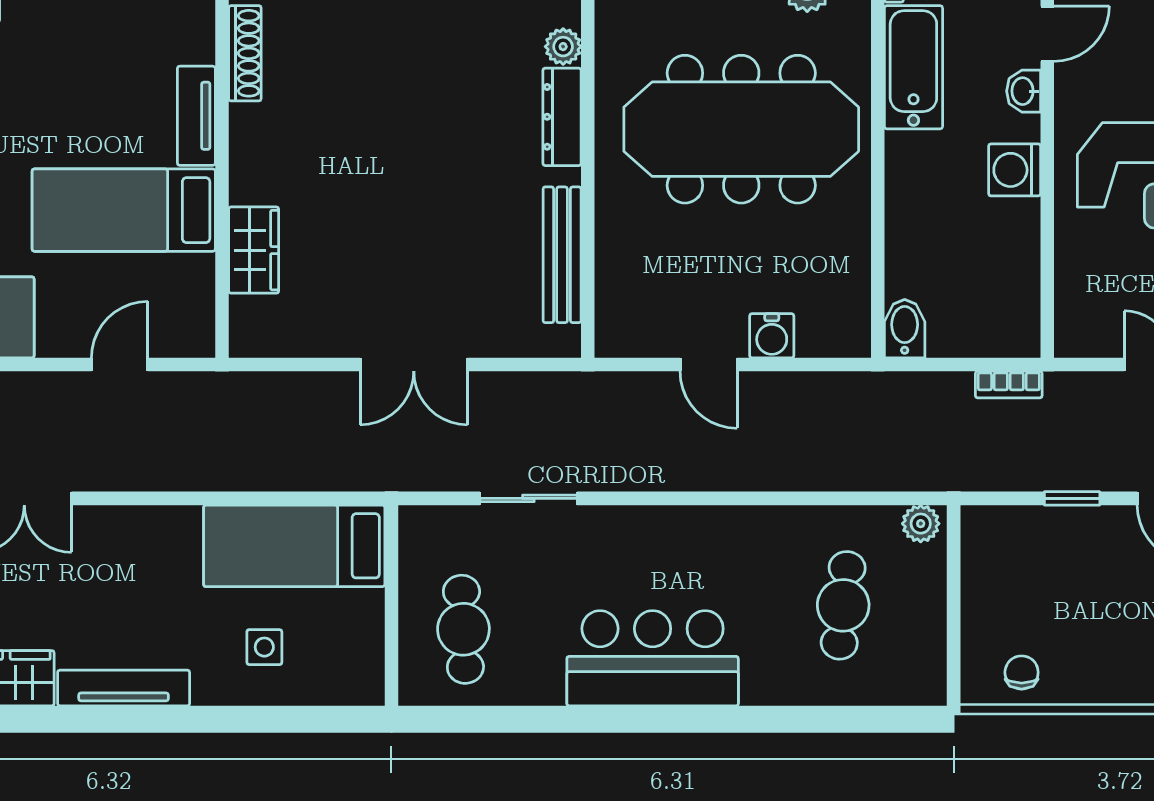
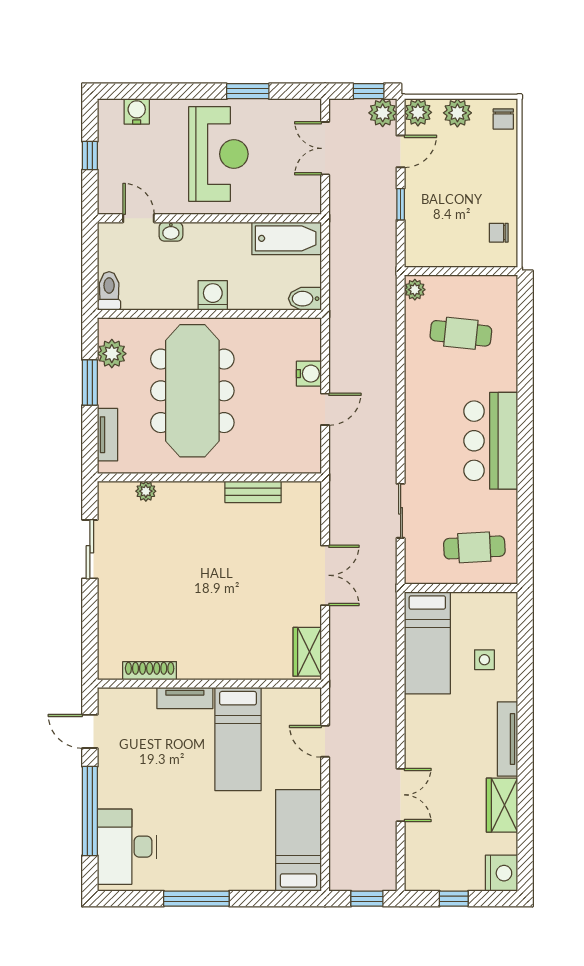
bathtub: (913, 67) -> (287, 238), moved, turned 180
dresser: (562, 117) -> (185, 492), removed
washing machine: (1015, 170) -> (213, 295), moved, turned 180
wardrobe: (254, 250) -> (307, 652), moved, turned -90
bench: (562, 255) -> (253, 492), width x0.73
bookcase: (1009, 385) -> (336, 240), removed

